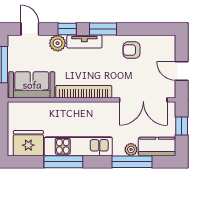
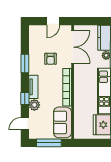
window: (103, 29) -> (25, 63), moved
armchair: (131, 50) -> (51, 59), moved
window: (182, 126) -> (90, 21), removed

